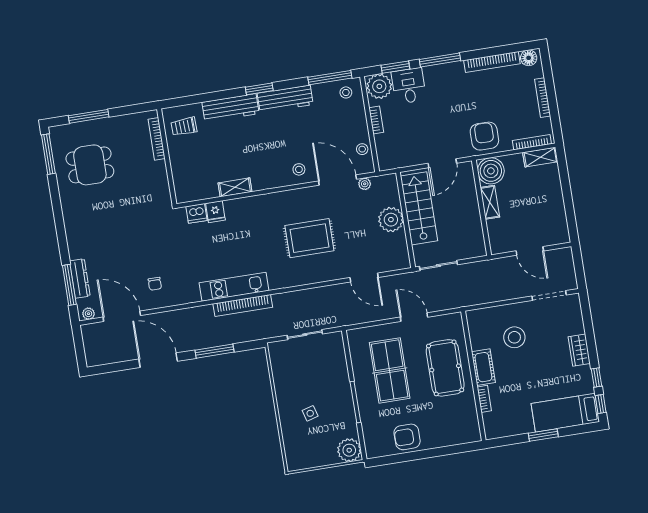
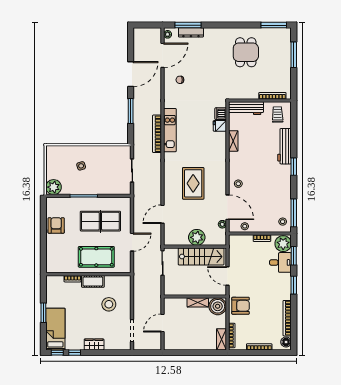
window: (440, 60) -> (294, 285), width x0.69
workbench: (285, 99) -> (246, 108), moved, turned -90
dining table: (90, 165) -> (246, 52), moved
door: (338, 180) -> (227, 207), hinge flipped

